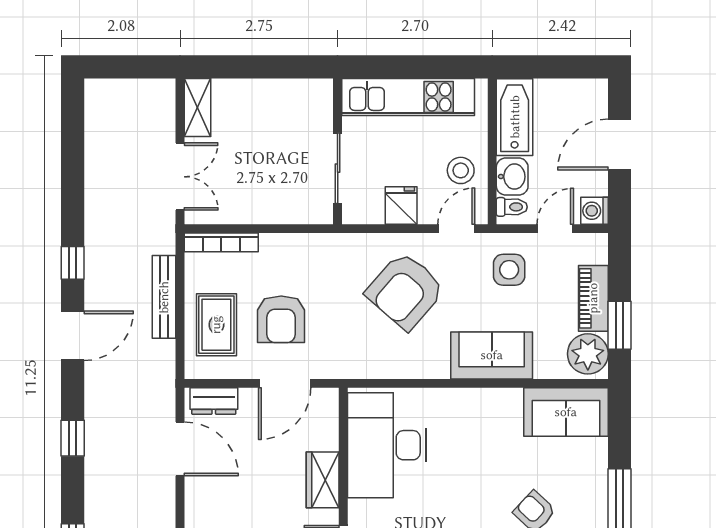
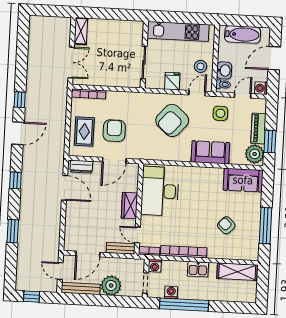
bathtub: (515, 117) -> (243, 34), moved, turned 90
bench: (164, 297) -> (61, 117), removed
armchair: (281, 319) -> (114, 131), turned 180

